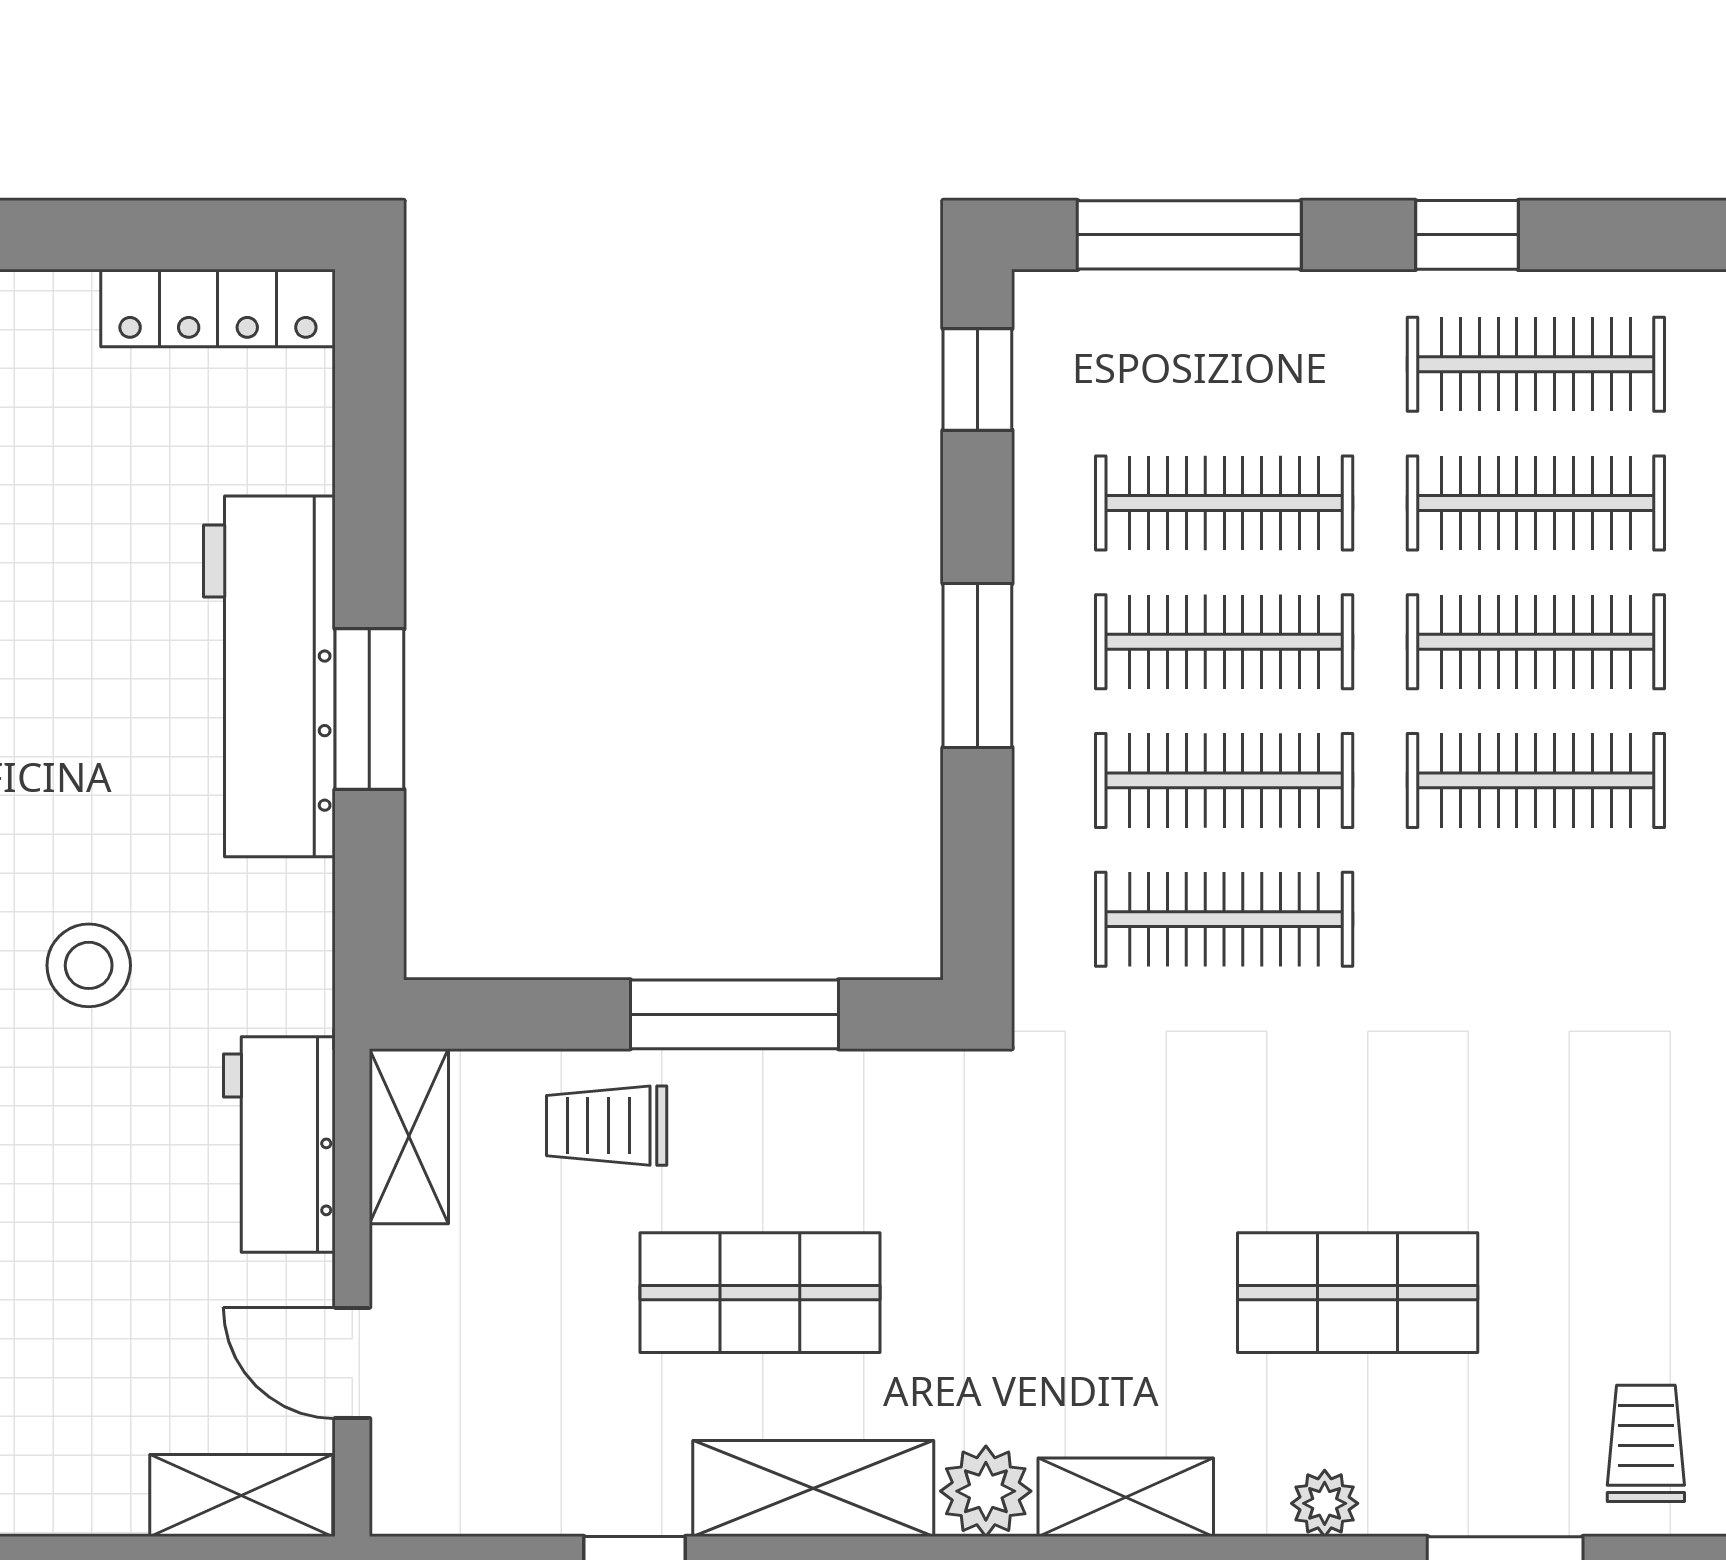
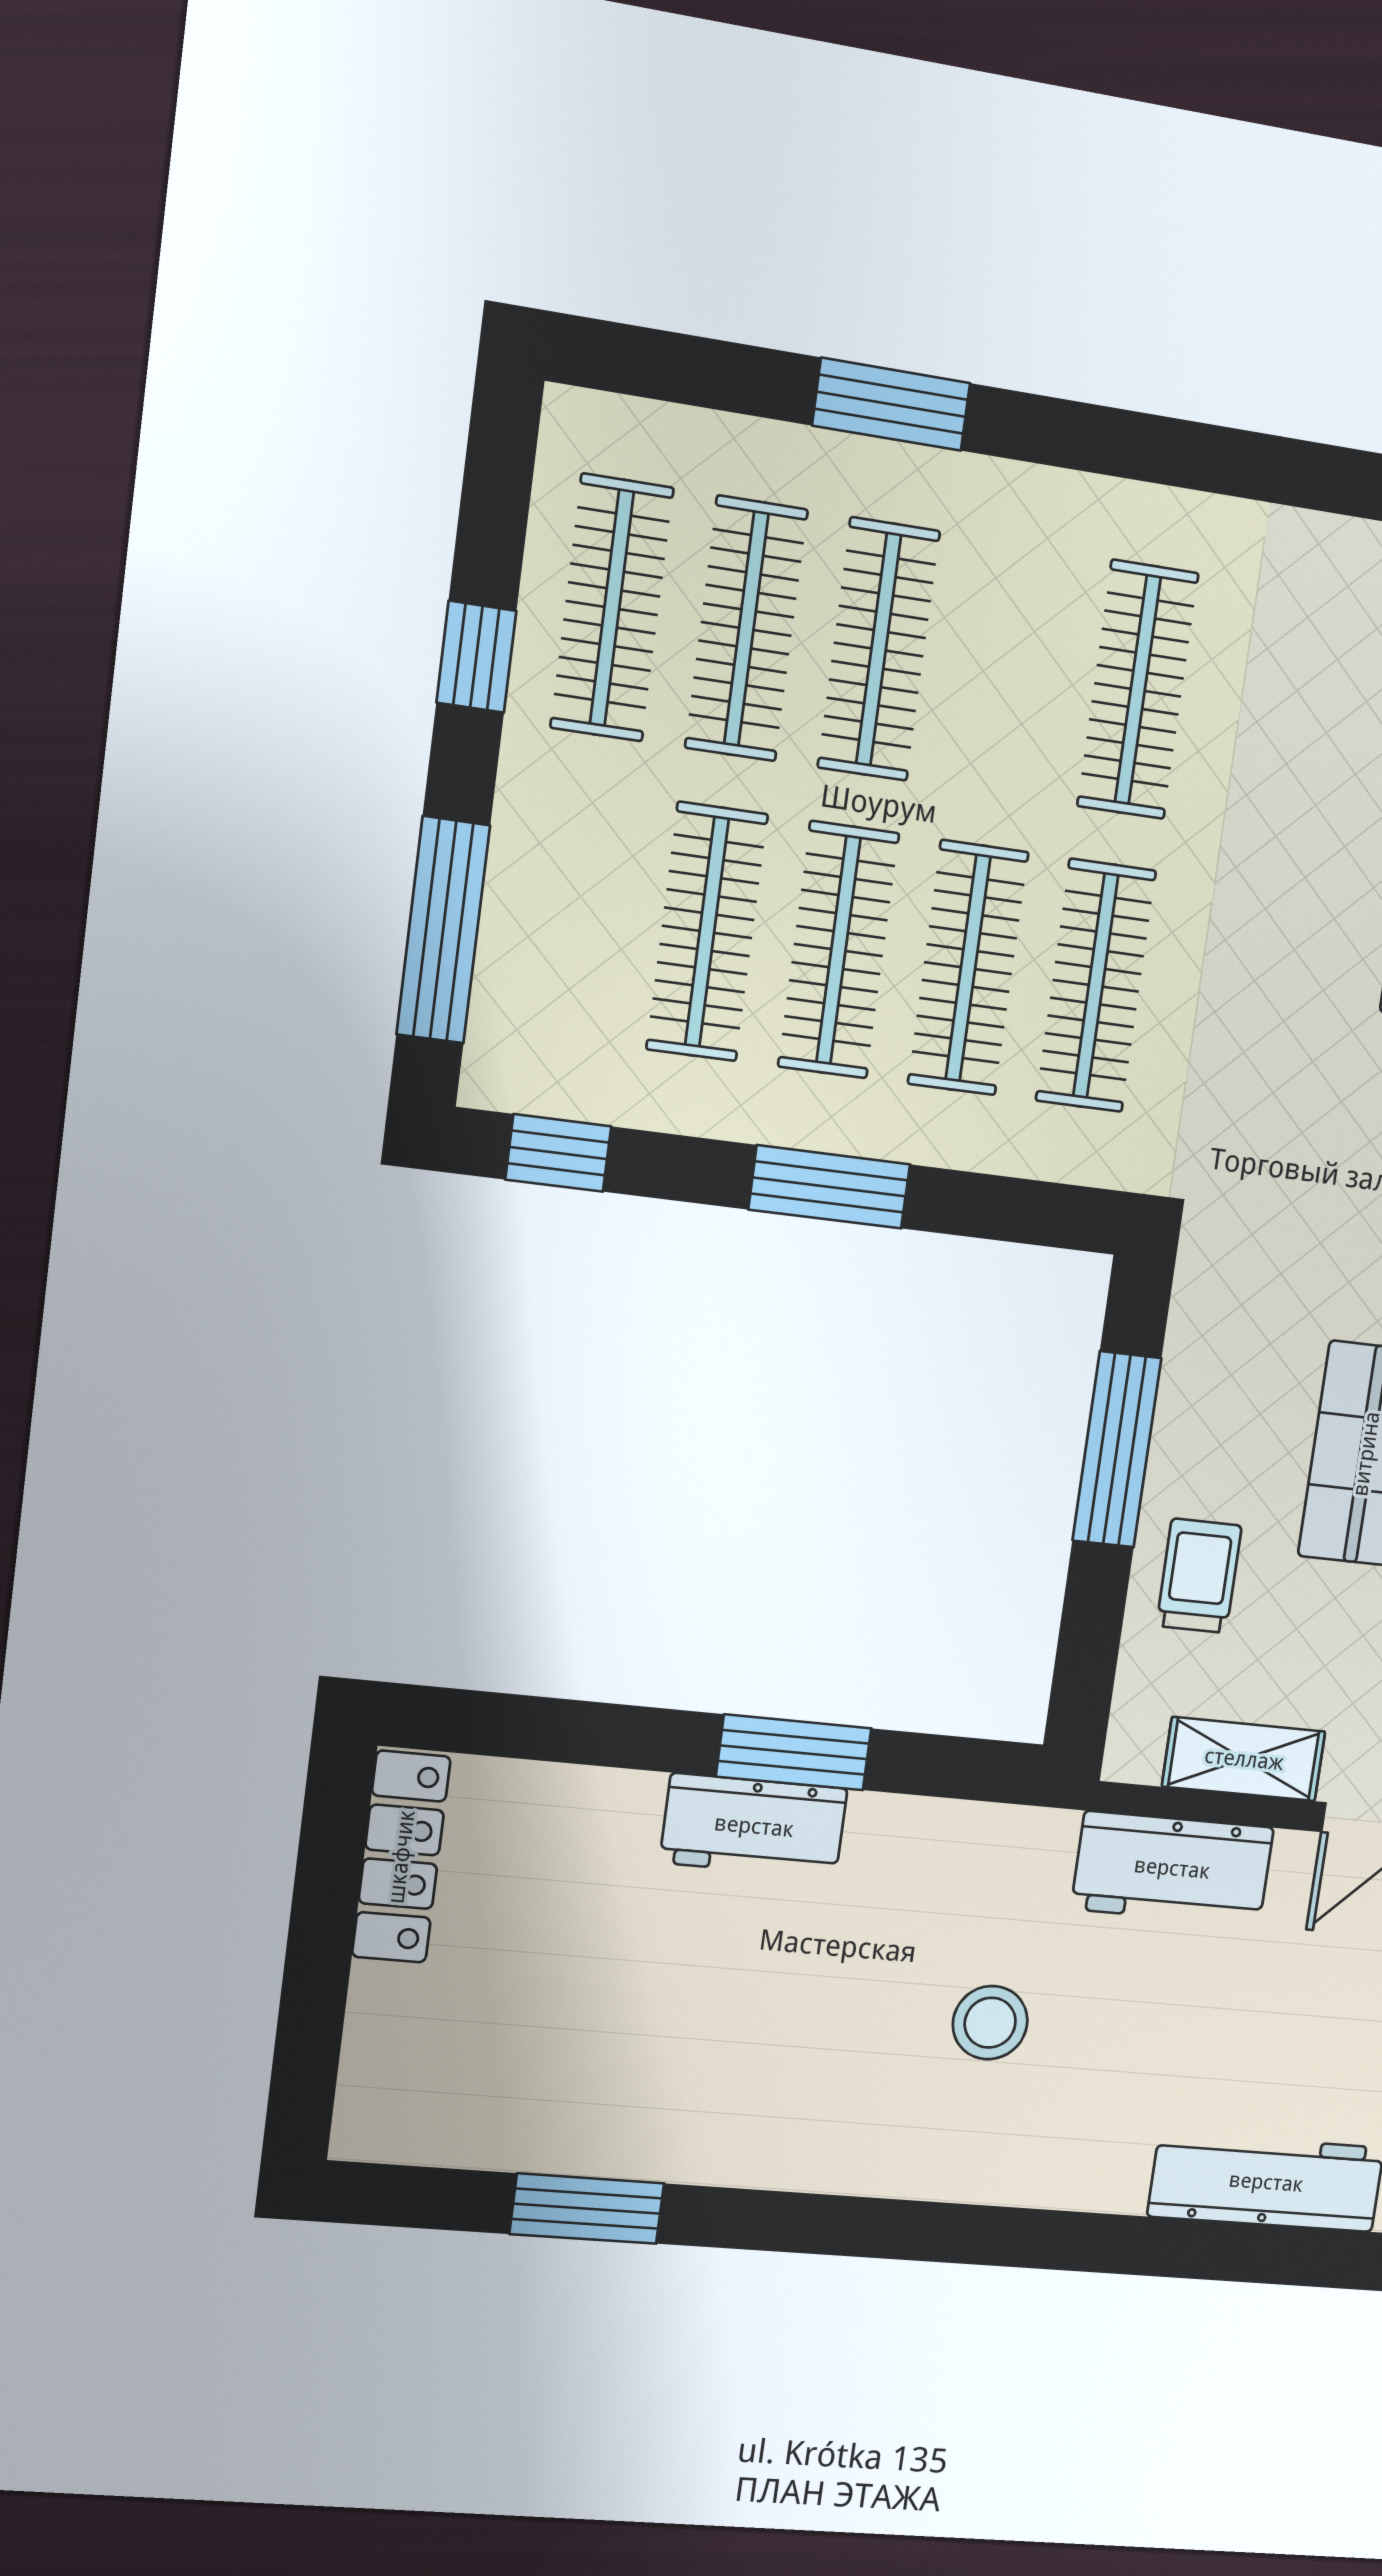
workbench: (269, 676) -> (754, 1826), width x0.53, depth x0.76
clothes rail: (1536, 780) -> (1138, 690), moved
trolley: (607, 1126) -> (1199, 1576), turned 180
shelving: (409, 1136) -> (1244, 1759), moved

